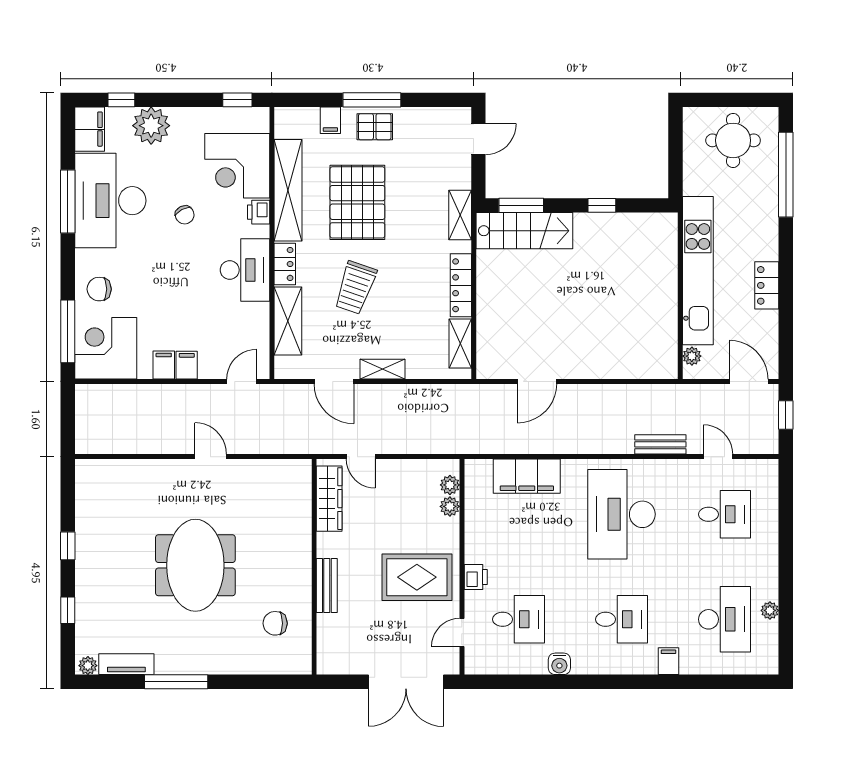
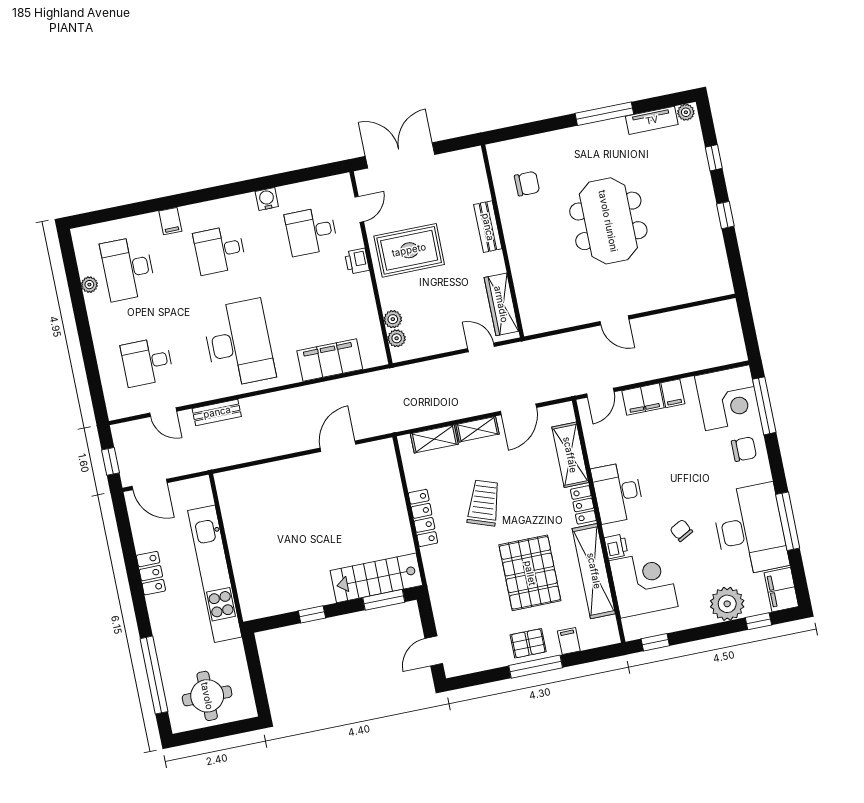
shelving: (460, 215) -> (436, 580), removed
trolley: (355, 288) -> (484, 503), moved
shelving: (460, 343) -> (434, 439), moved, turned 90
plant: (692, 356) -> (205, 497), removed
filing cabinet: (187, 365) -> (643, 399), width x2.00
door: (334, 381) -> (518, 409), swing flipped

